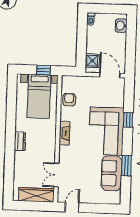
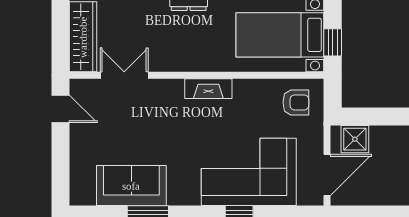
armchair: (69, 100) -> (296, 102), moved
corner sofa: (106, 131) -> (249, 172), moved

